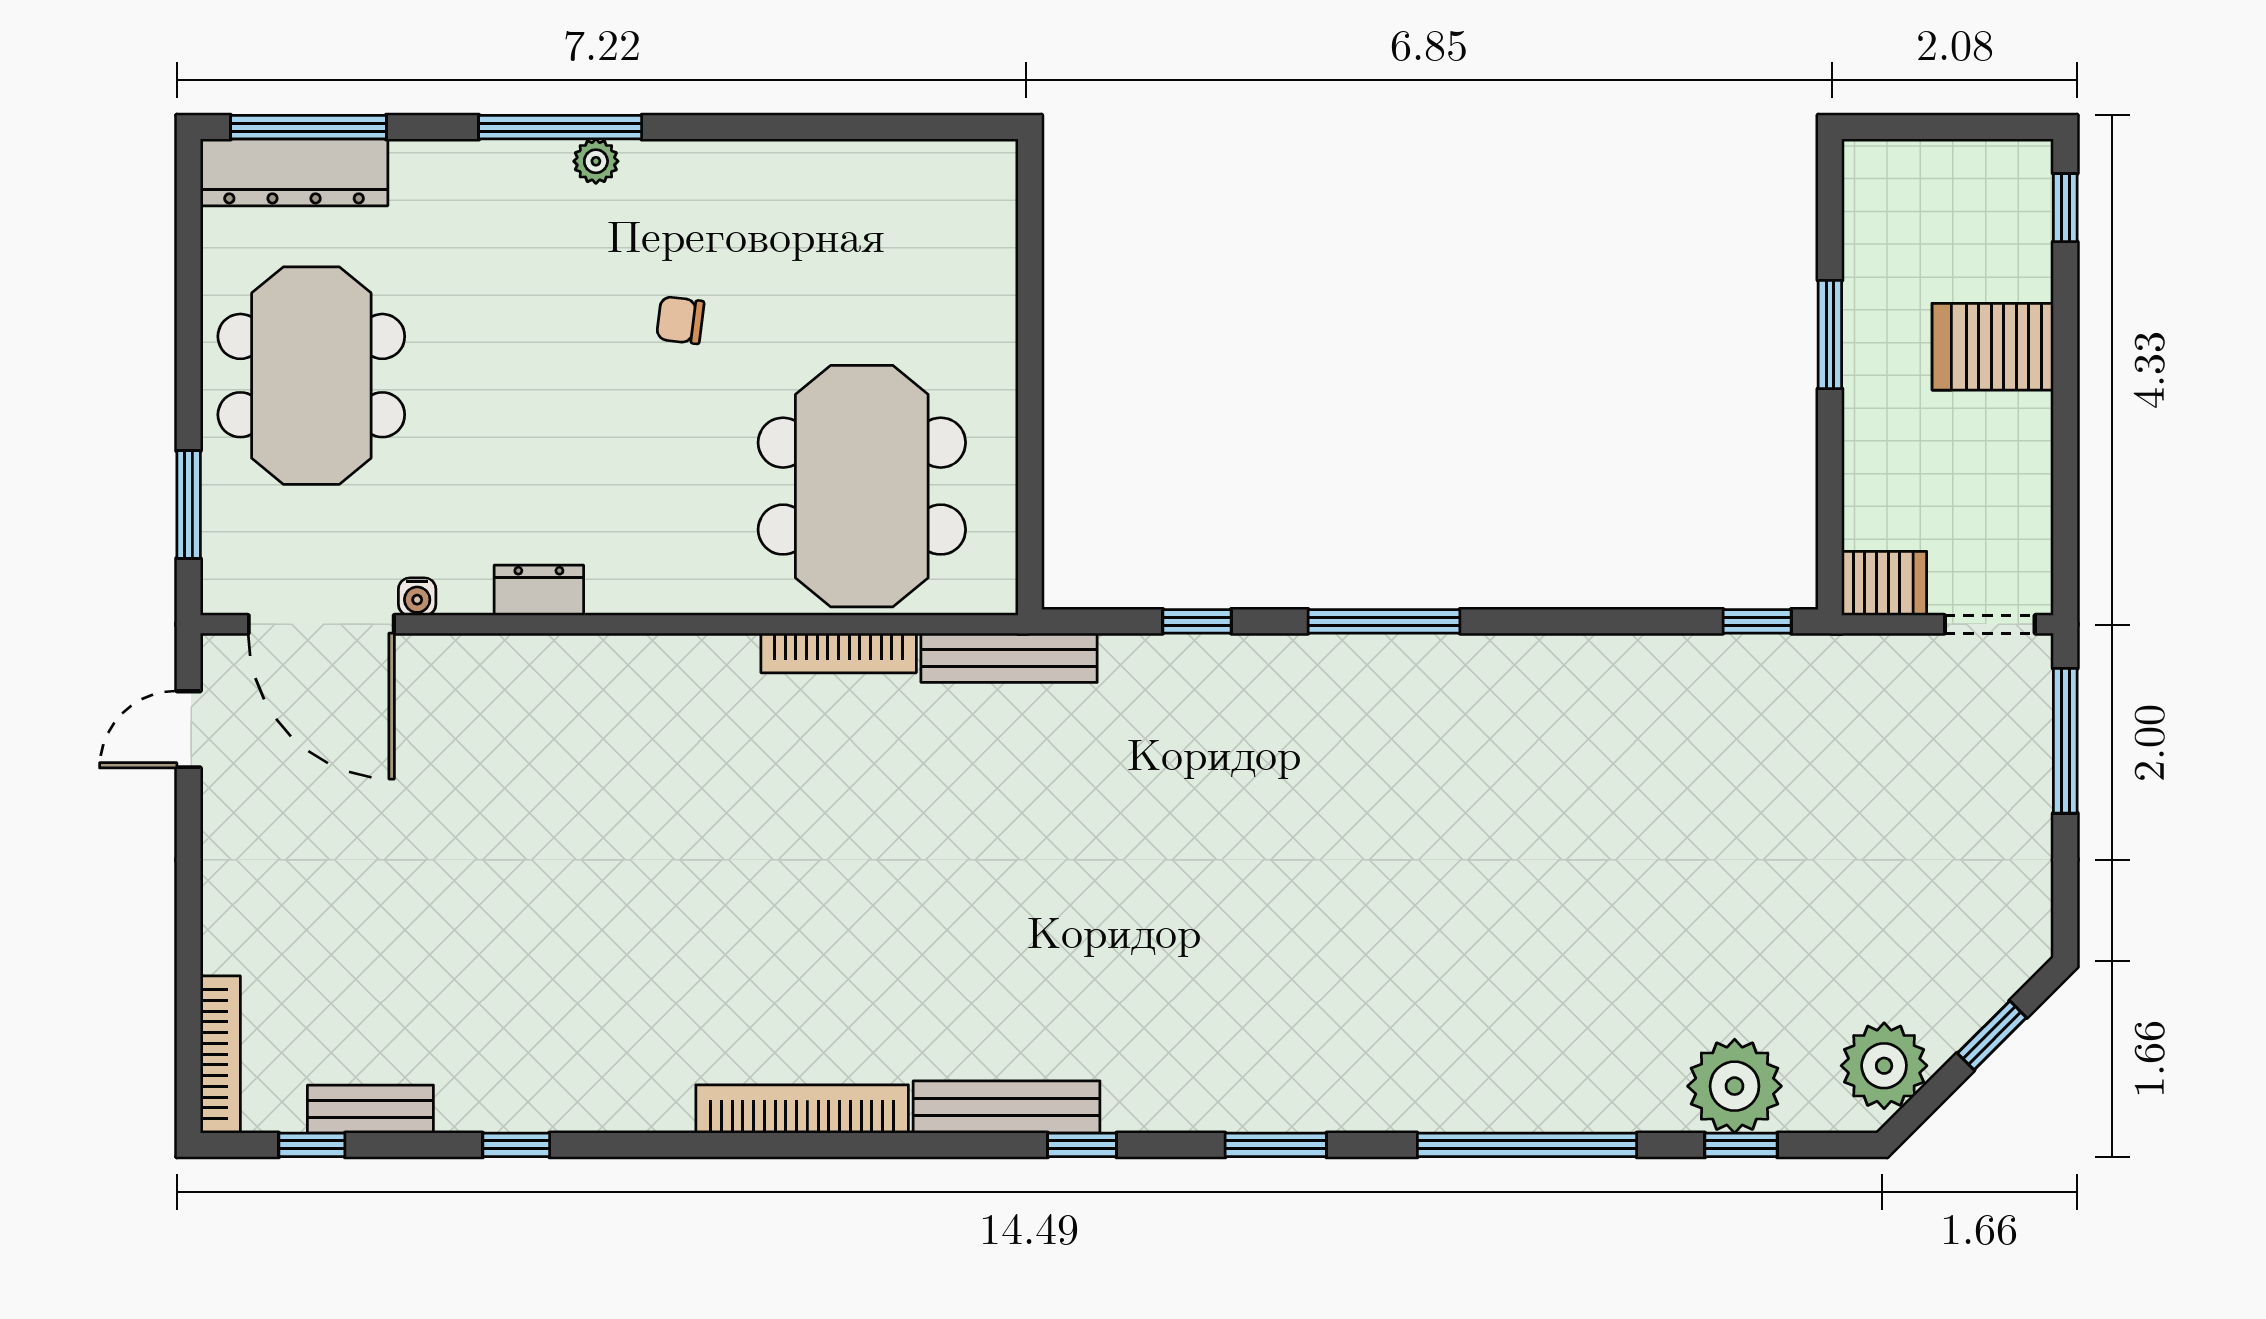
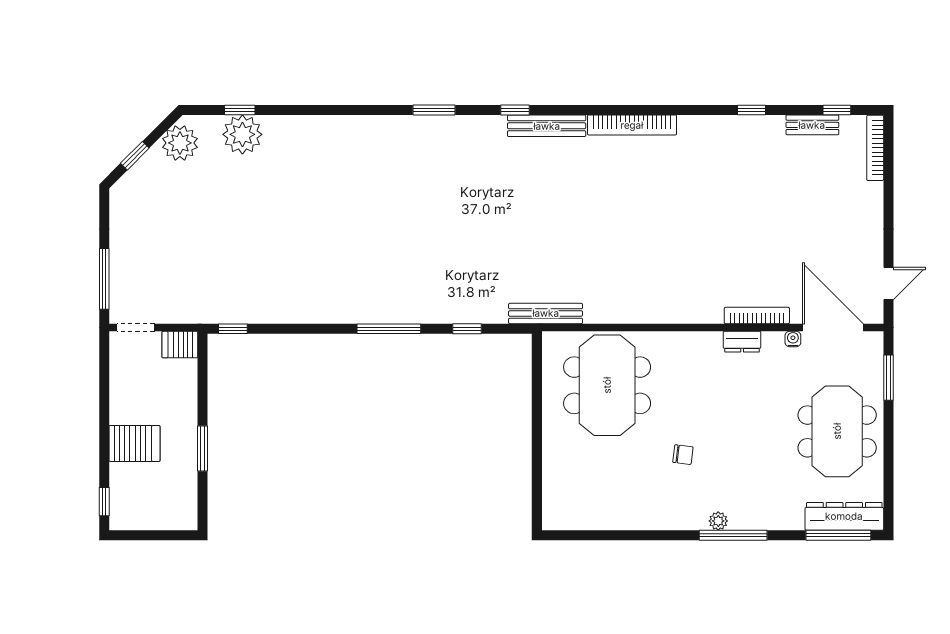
bookcase: (839, 653) -> (757, 315), moved
window: (1527, 1145) -> (329, 110), removed

